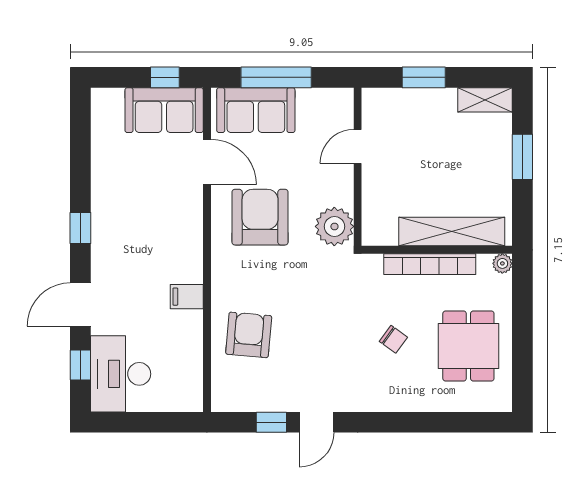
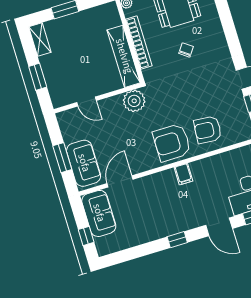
window: (165, 77) -> (86, 236), moved
window: (276, 77) -> (62, 158), width x0.69
armchair: (260, 217) -> (172, 143), moved
shelving: (452, 232) -> (124, 56), moved
filing cabinet: (187, 297) -> (183, 174), moved

